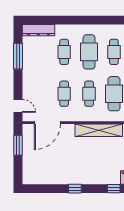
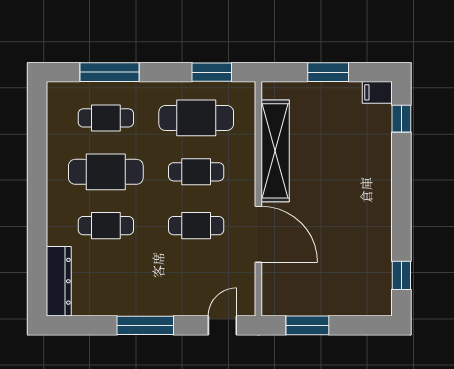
window: (18, 56) -> (145, 325), moved
door: (47, 123) -> (258, 234), moved
window: (75, 189) -> (401, 275), moved

